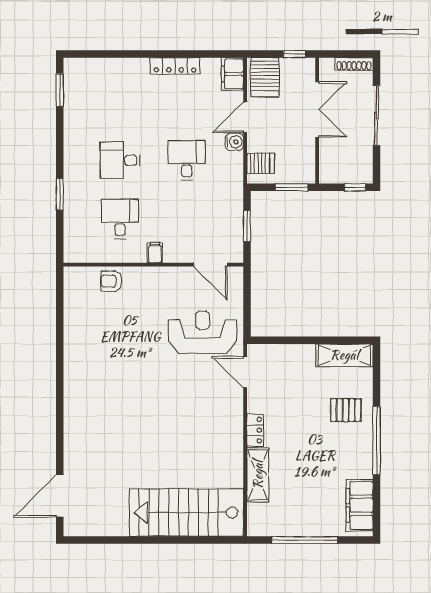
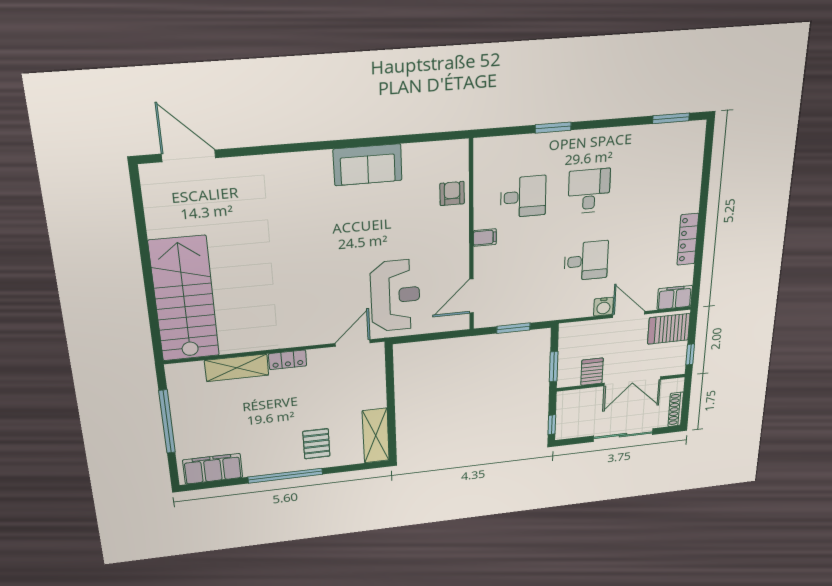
server rack: (261, 163) -> (592, 372), moved, turned 180
sofa: (80, 352) -> (368, 165), added

